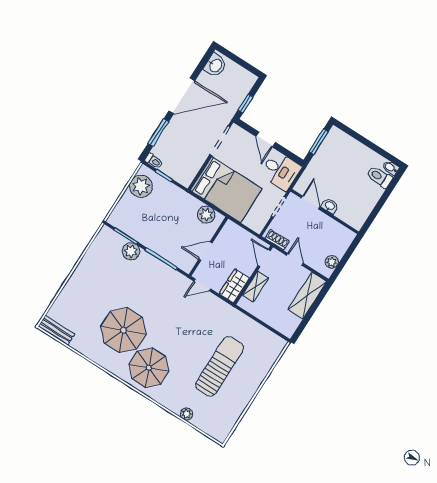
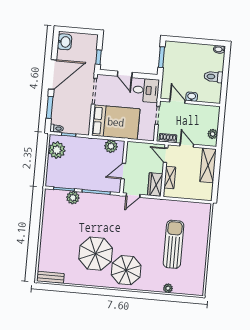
toilet: (379, 177) -> (213, 77), moved

